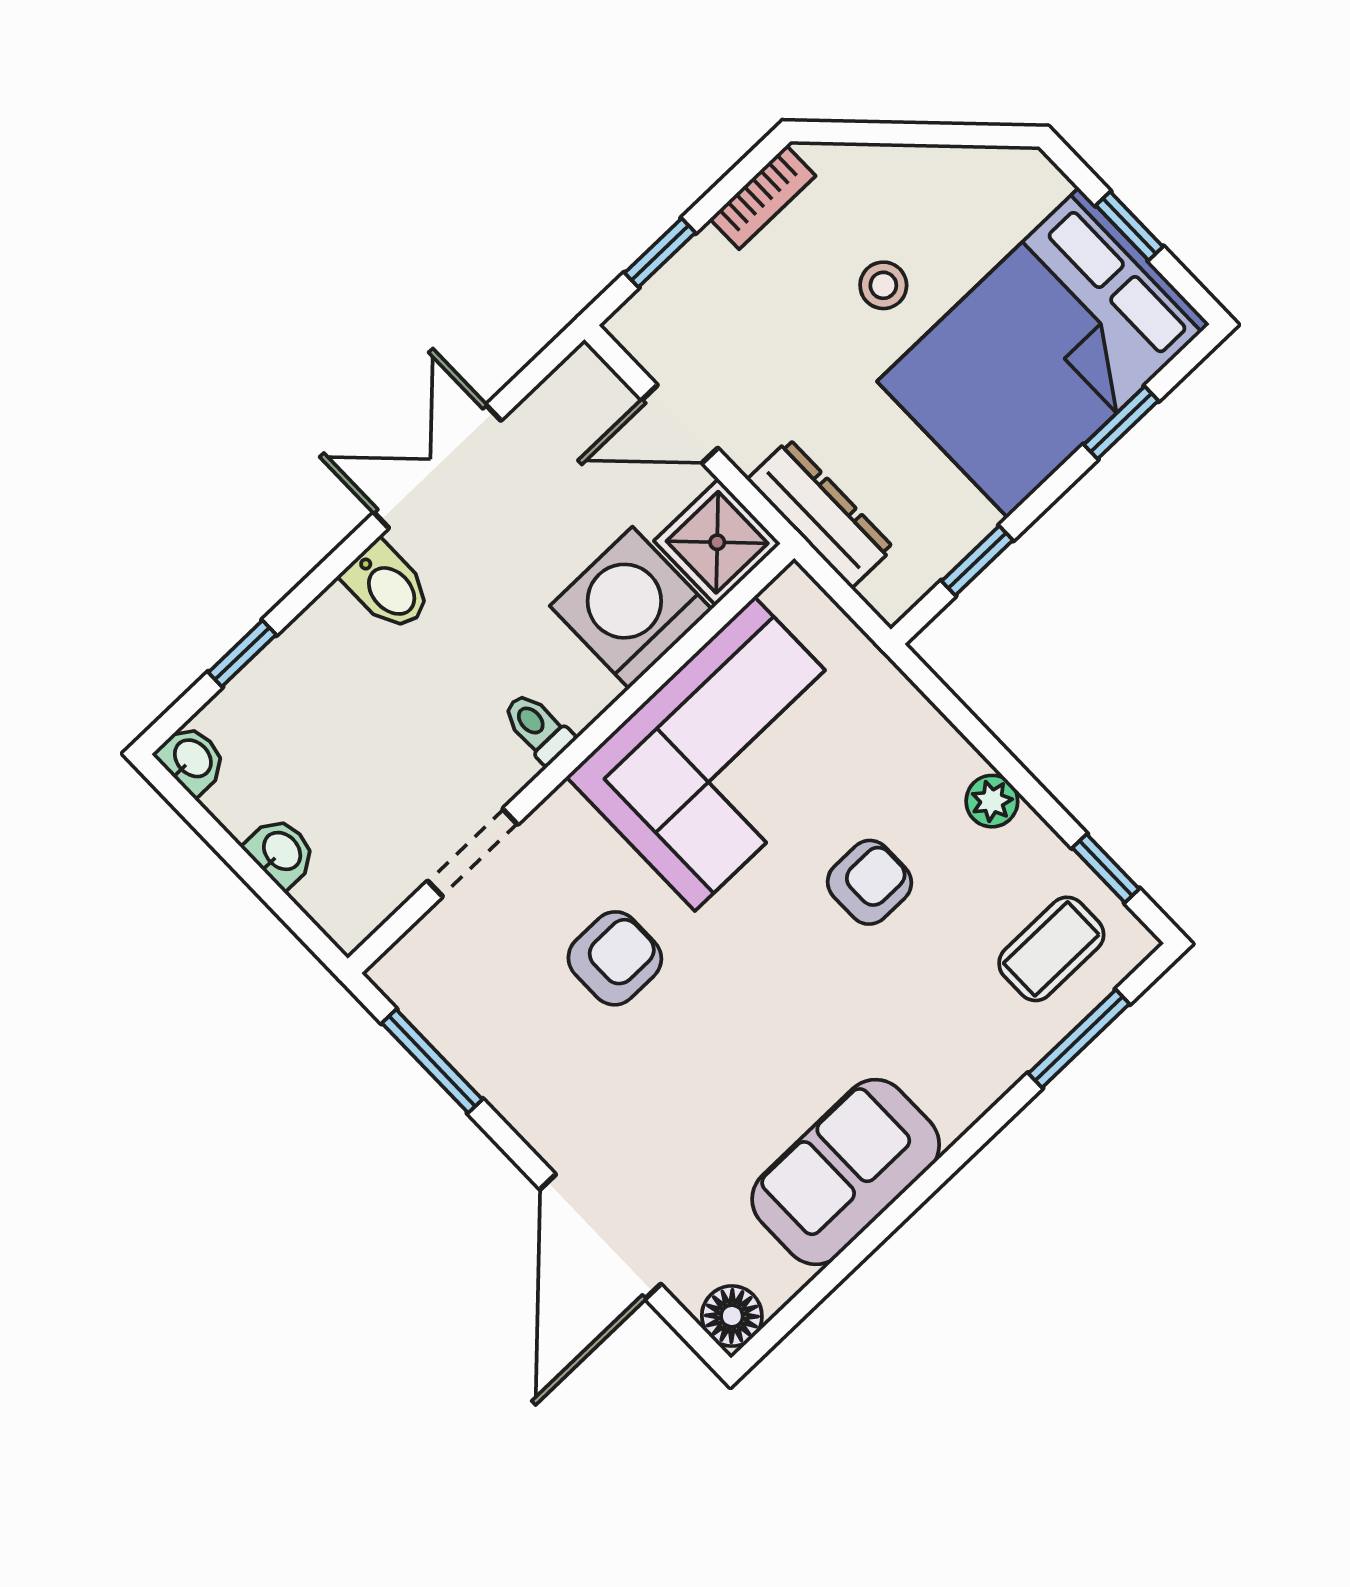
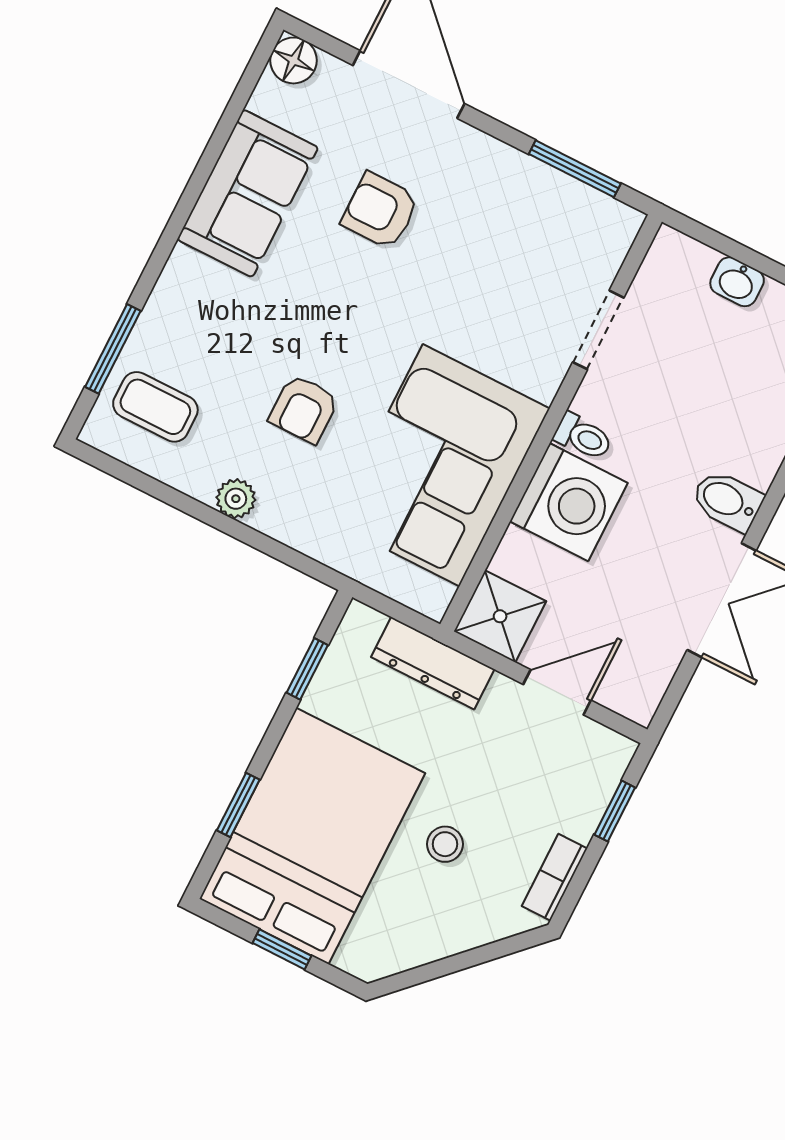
washing machine: (631, 608) -> (569, 502), moved
window: (1106, 868) -> (136, 479), removed
coffee table: (1051, 949) -> (155, 407), turned 90
armchair: (615, 958) -> (380, 211), moved, turned 90

